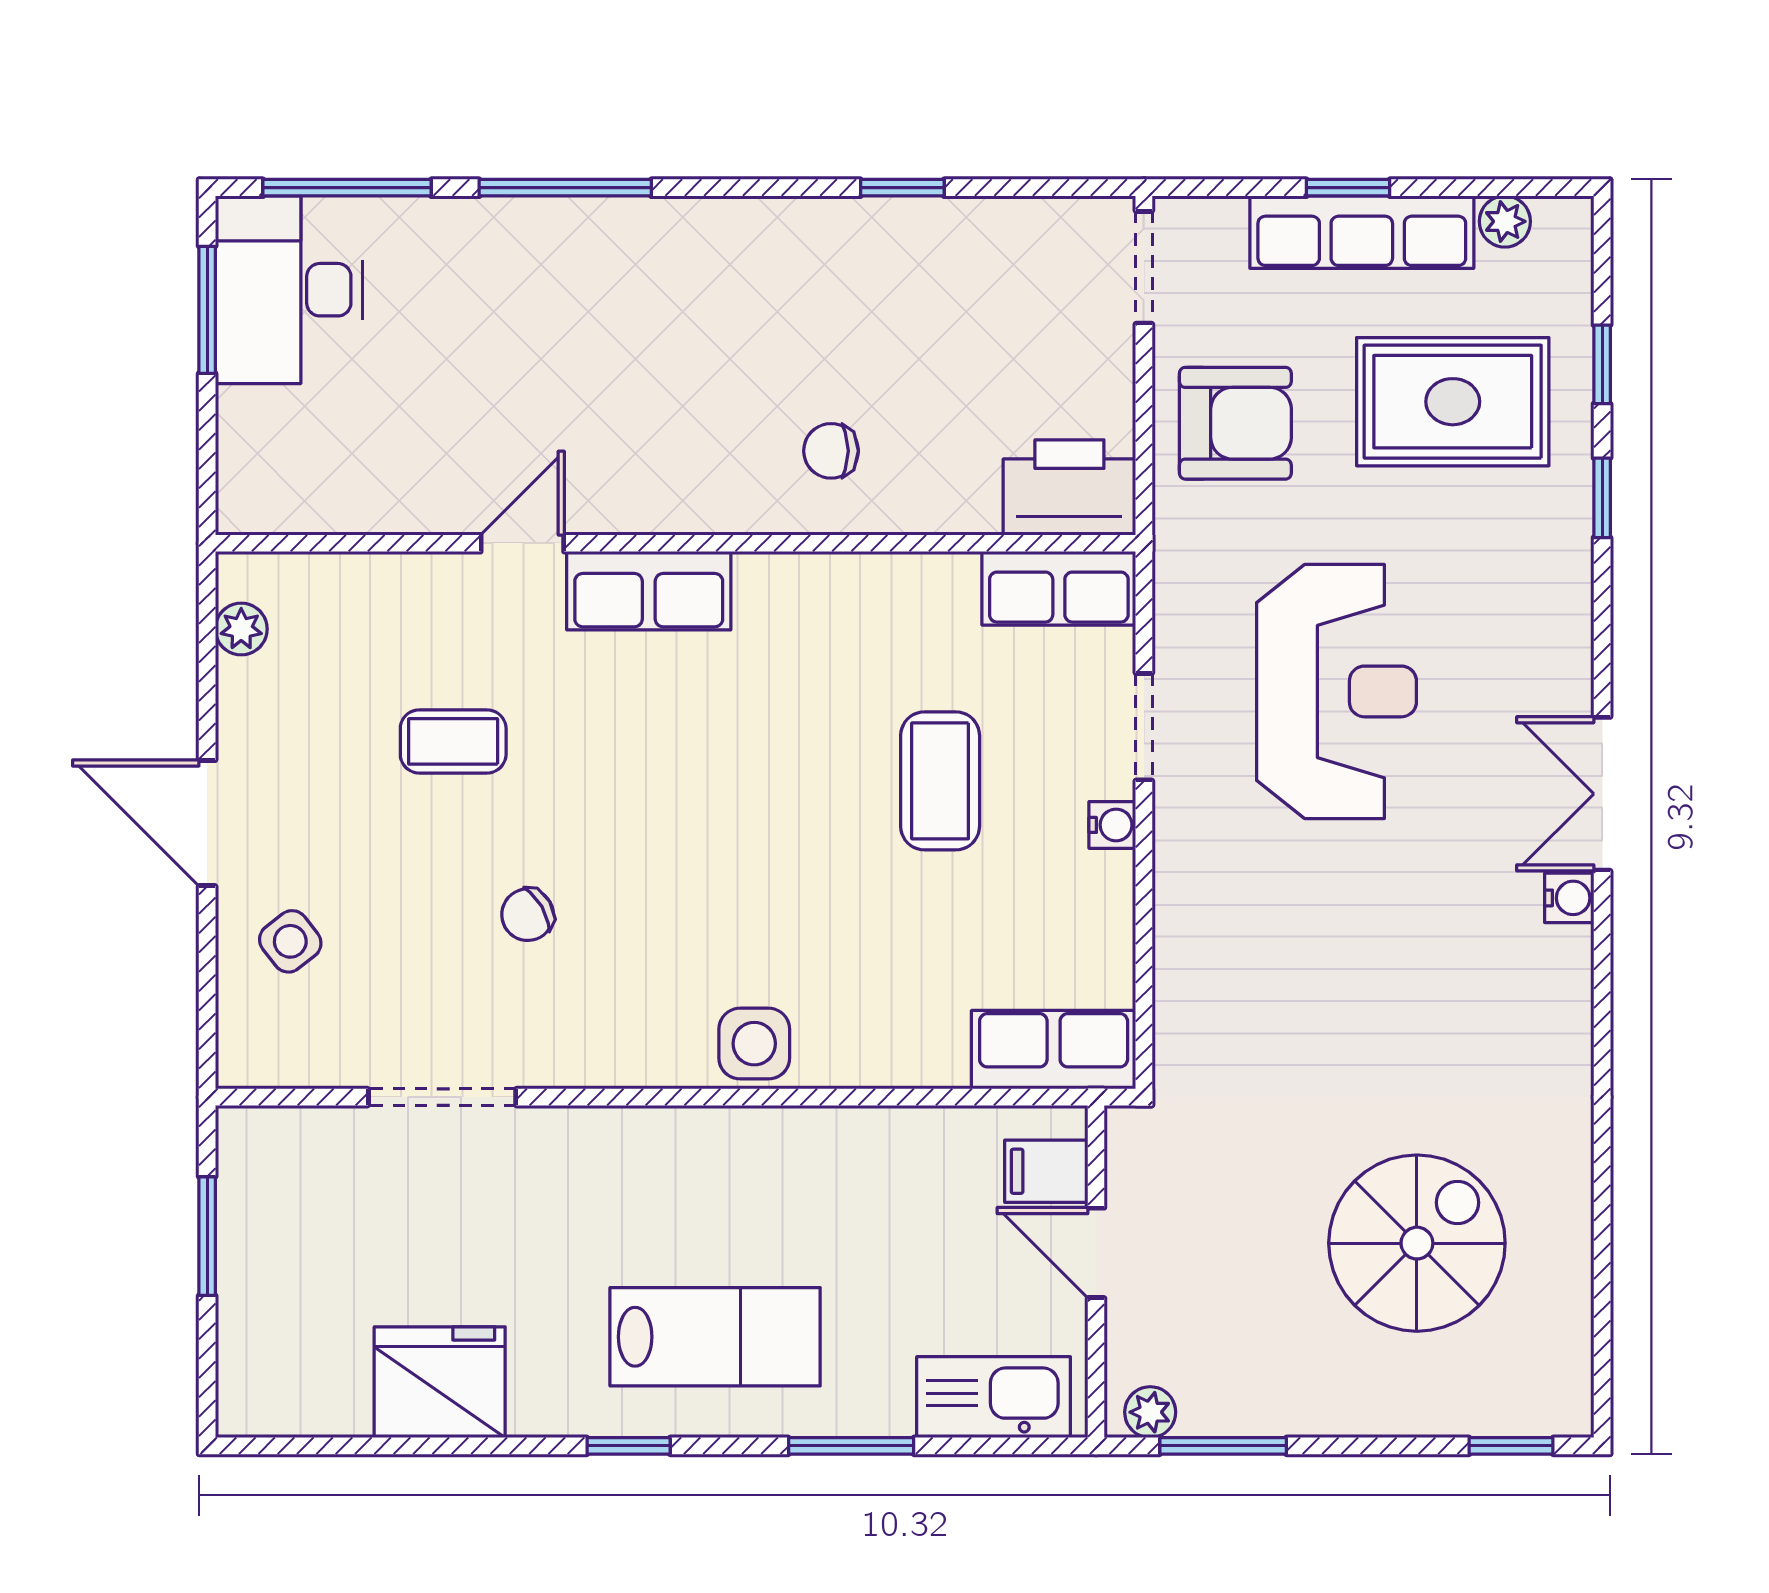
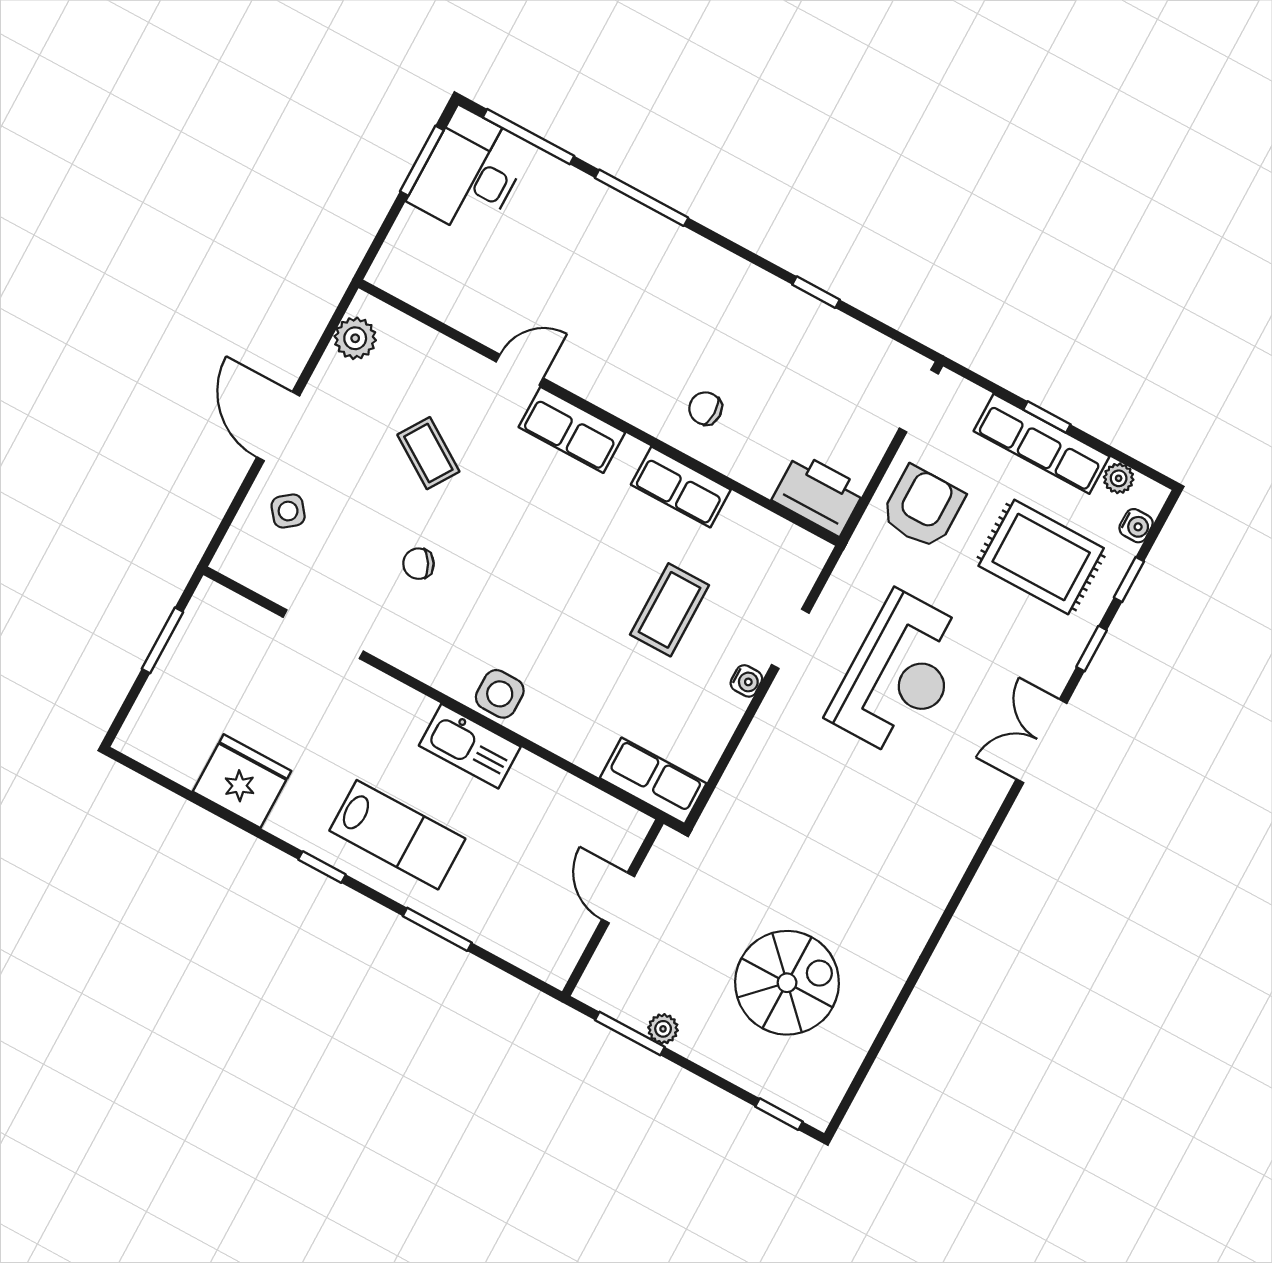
armchair: (1235, 423) -> (923, 507), turned -90
row of seats: (1059, 588) -> (681, 487), moved
plant: (241, 629) -> (355, 338), width x1.38, depth x1.38
coffee table: (453, 741) -> (428, 453), turned 33
double door: (1602, 794) -> (1041, 741), moved
water cooler: (1569, 898) -> (1136, 526), moved
filing cabinet: (1046, 1171) -> (615, 842), removed
kitchen sink: (994, 1397) -> (470, 746), moved, turned 180
plant: (1150, 1412) -> (663, 1029), moved

